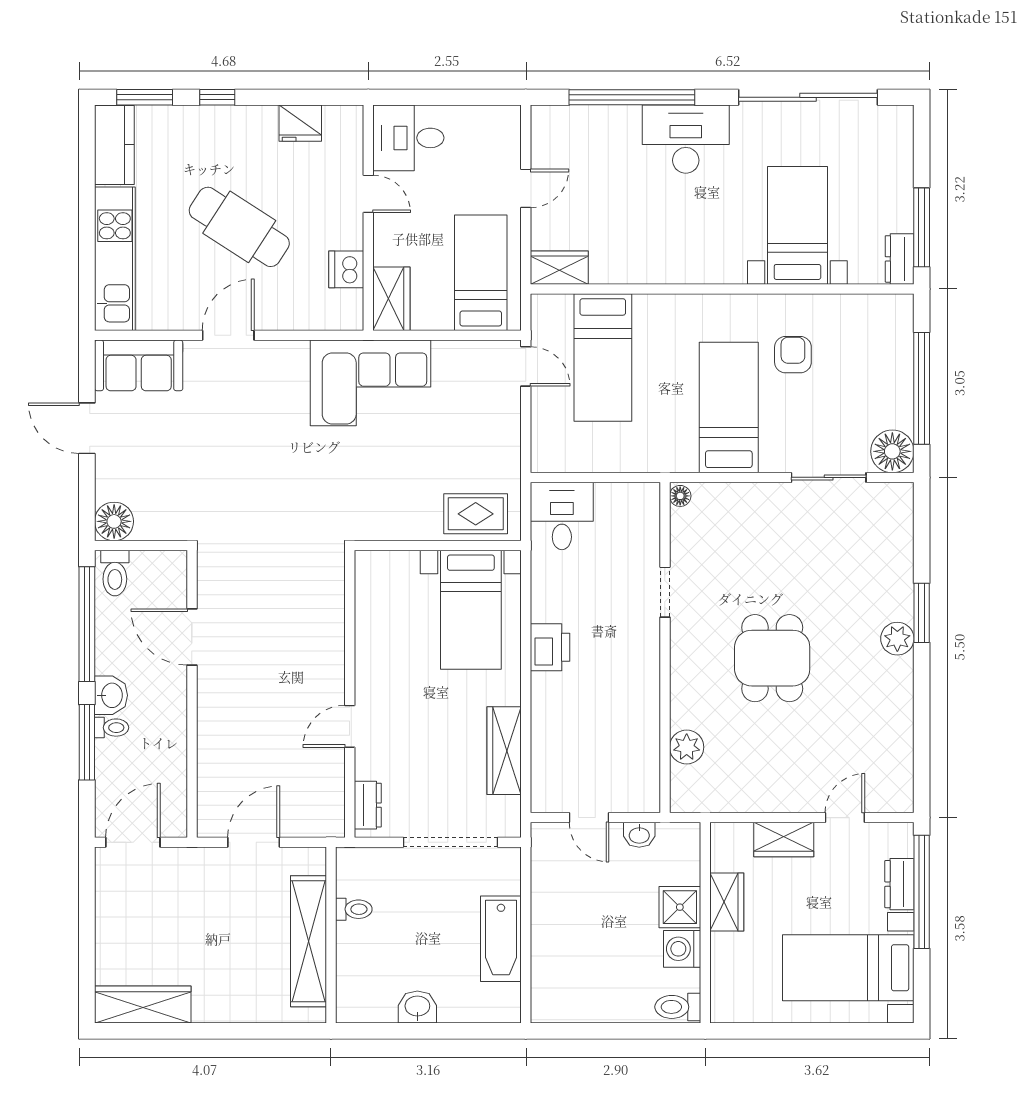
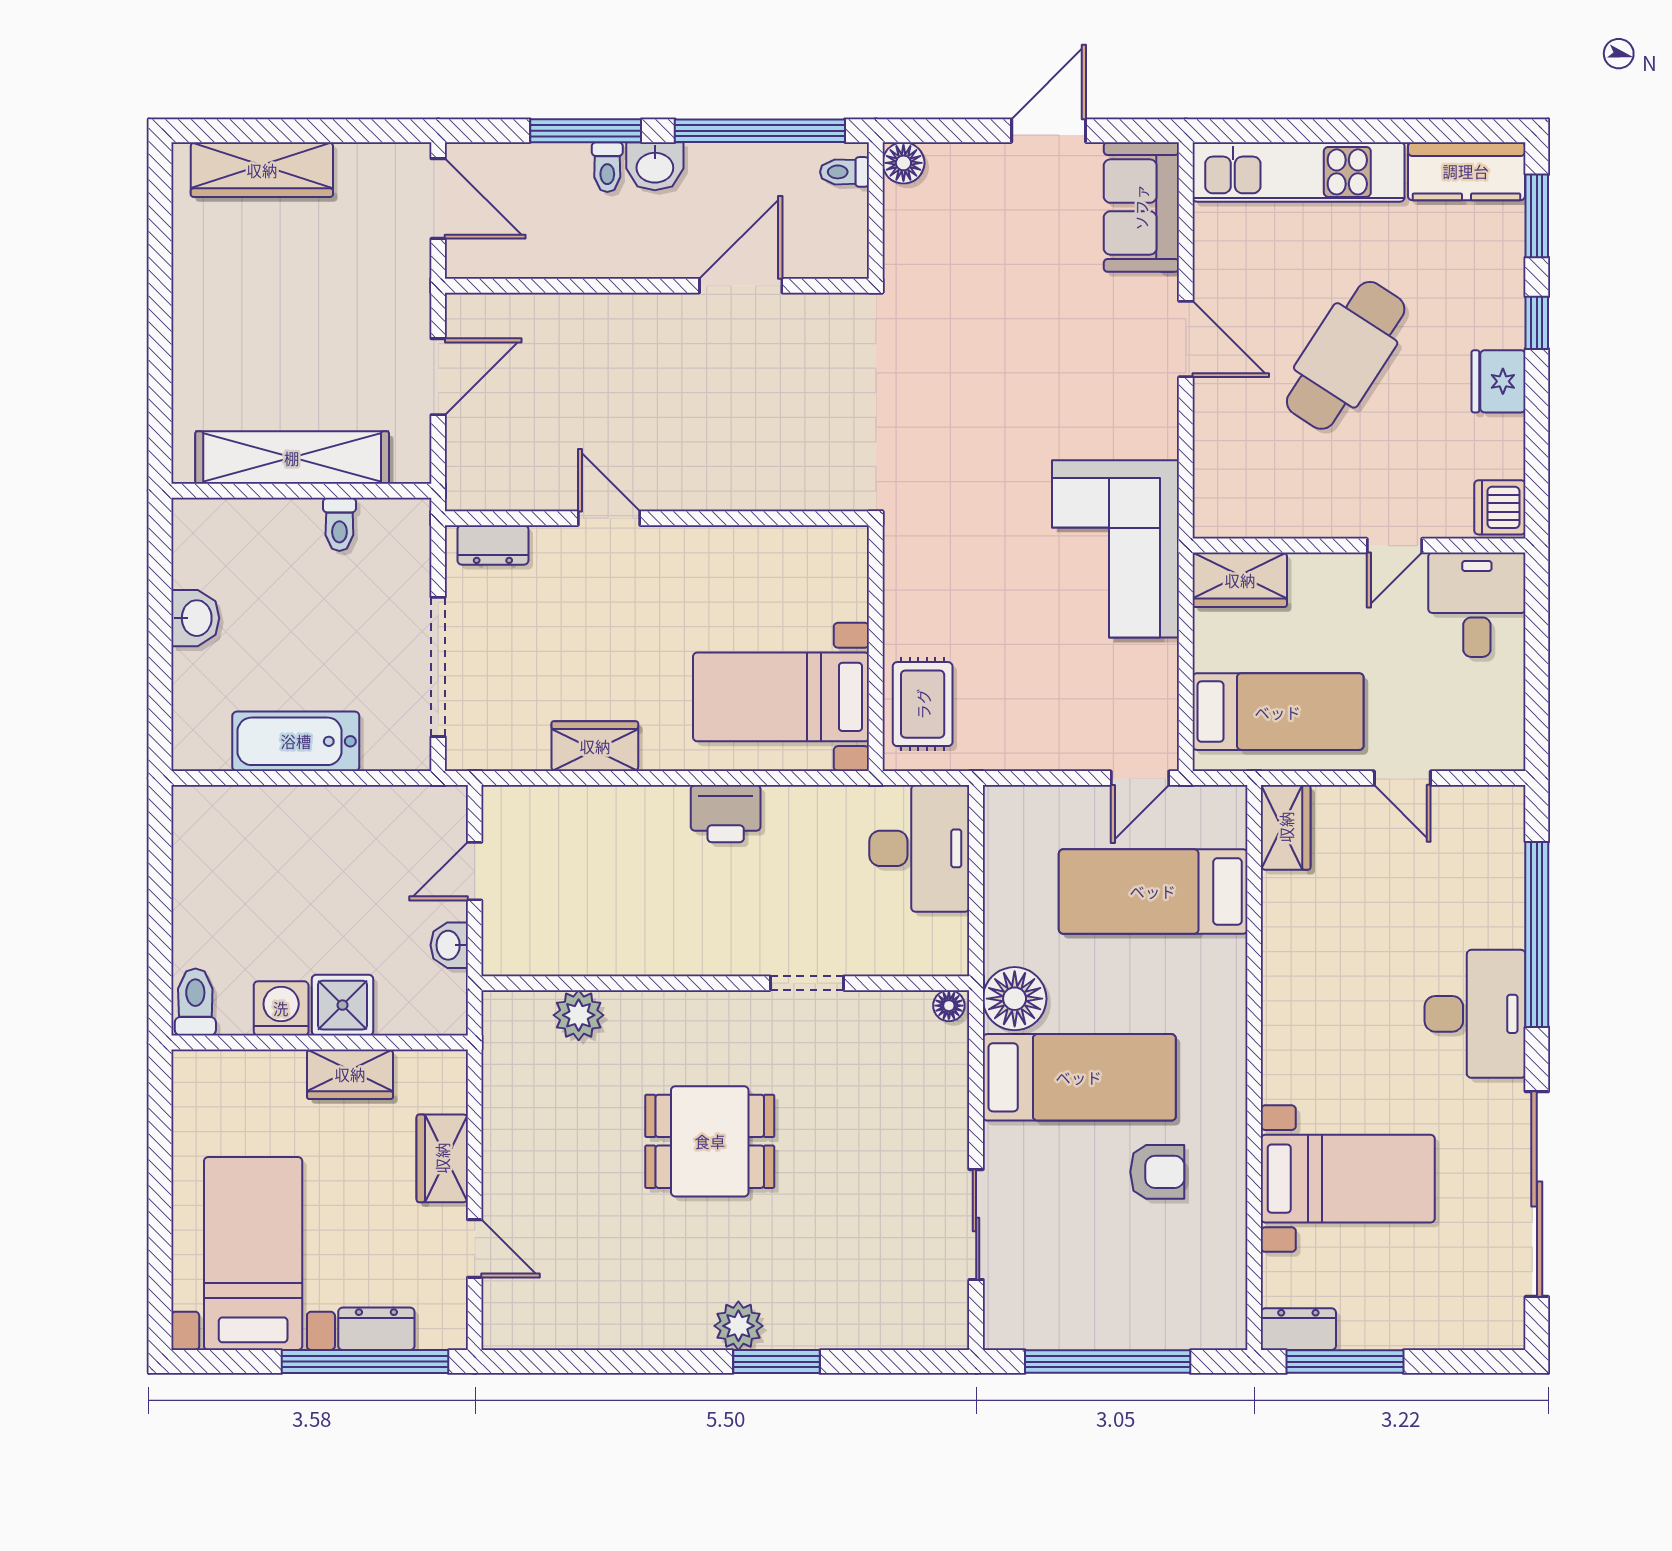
fridge: (300, 123) -> (1499, 381), moved
dishwasher: (346, 269) -> (1500, 507), moved, turned -90
floor lamp: (892, 451) -> (1015, 999), moved
desk: (562, 516) -> (919, 848), width x1.37
floor lamp: (114, 521) -> (903, 163), width x0.73, depth x0.73
toilet: (115, 573) -> (845, 172), width x0.73, depth x0.72
wardrobe: (504, 751) -> (595, 746), width x0.67
door: (254, 842) -> (438, 377), hinge flipped
wardrobe: (143, 1005) -> (262, 170), moved, turned 90

